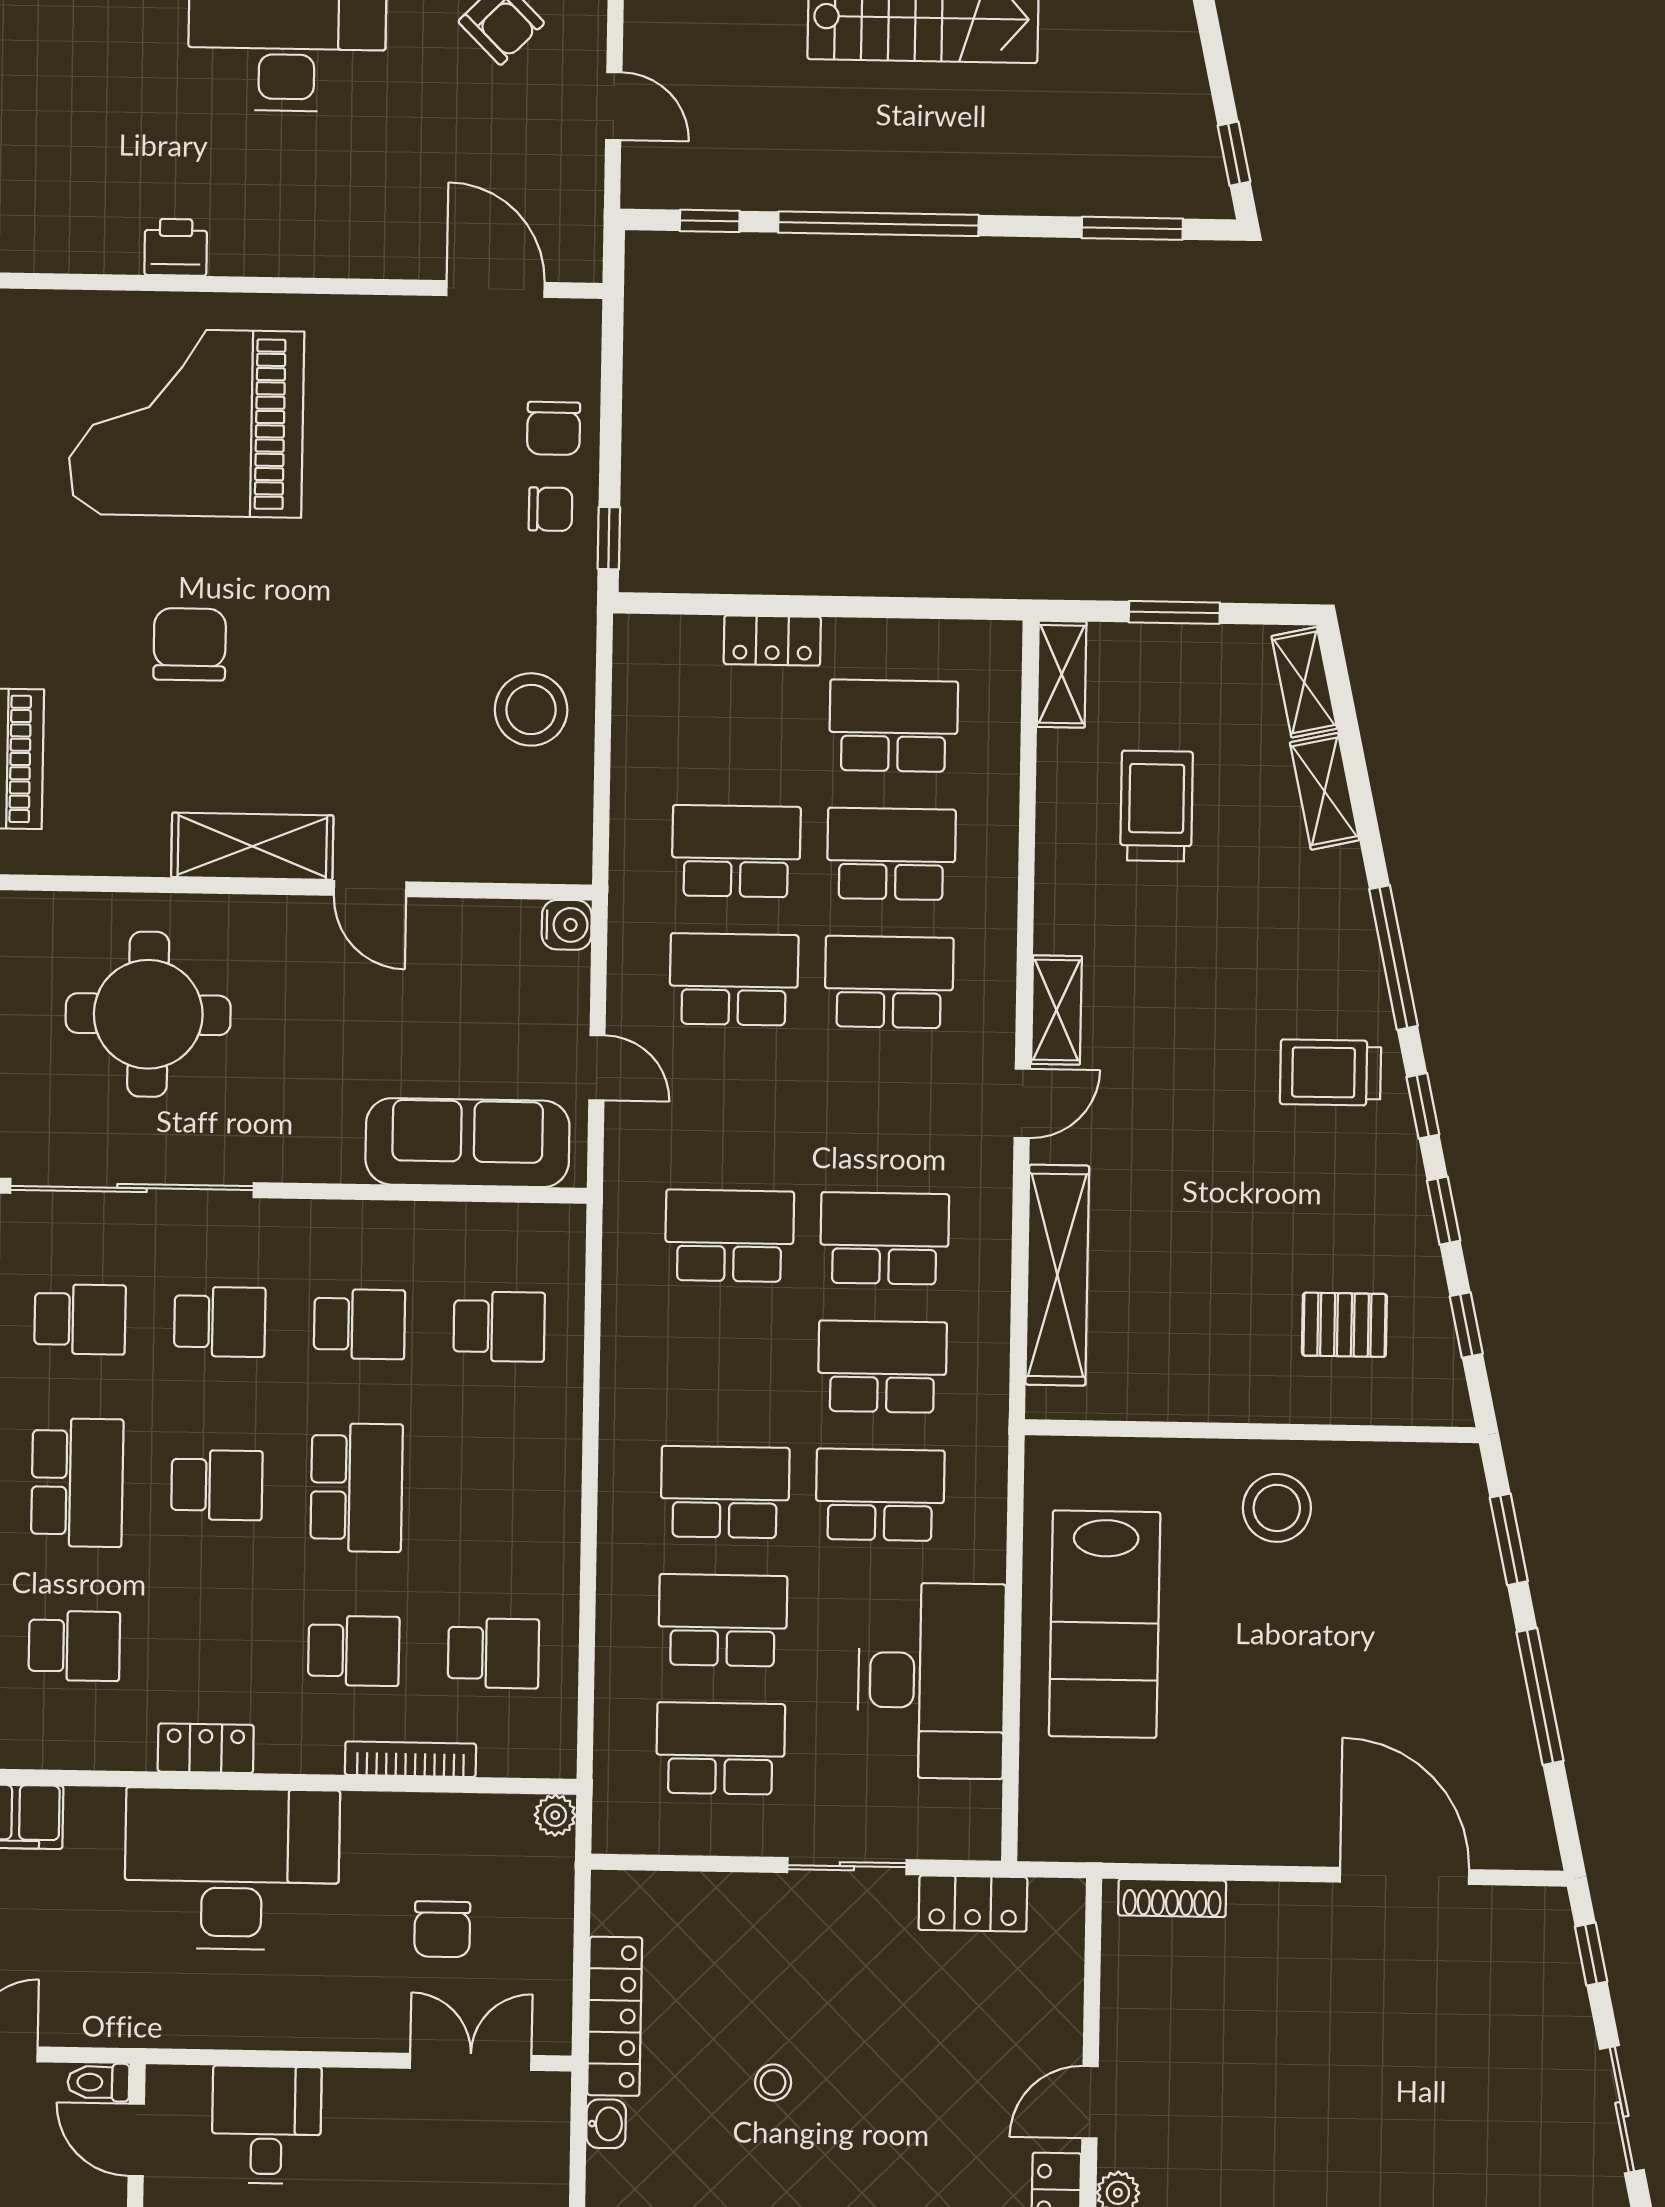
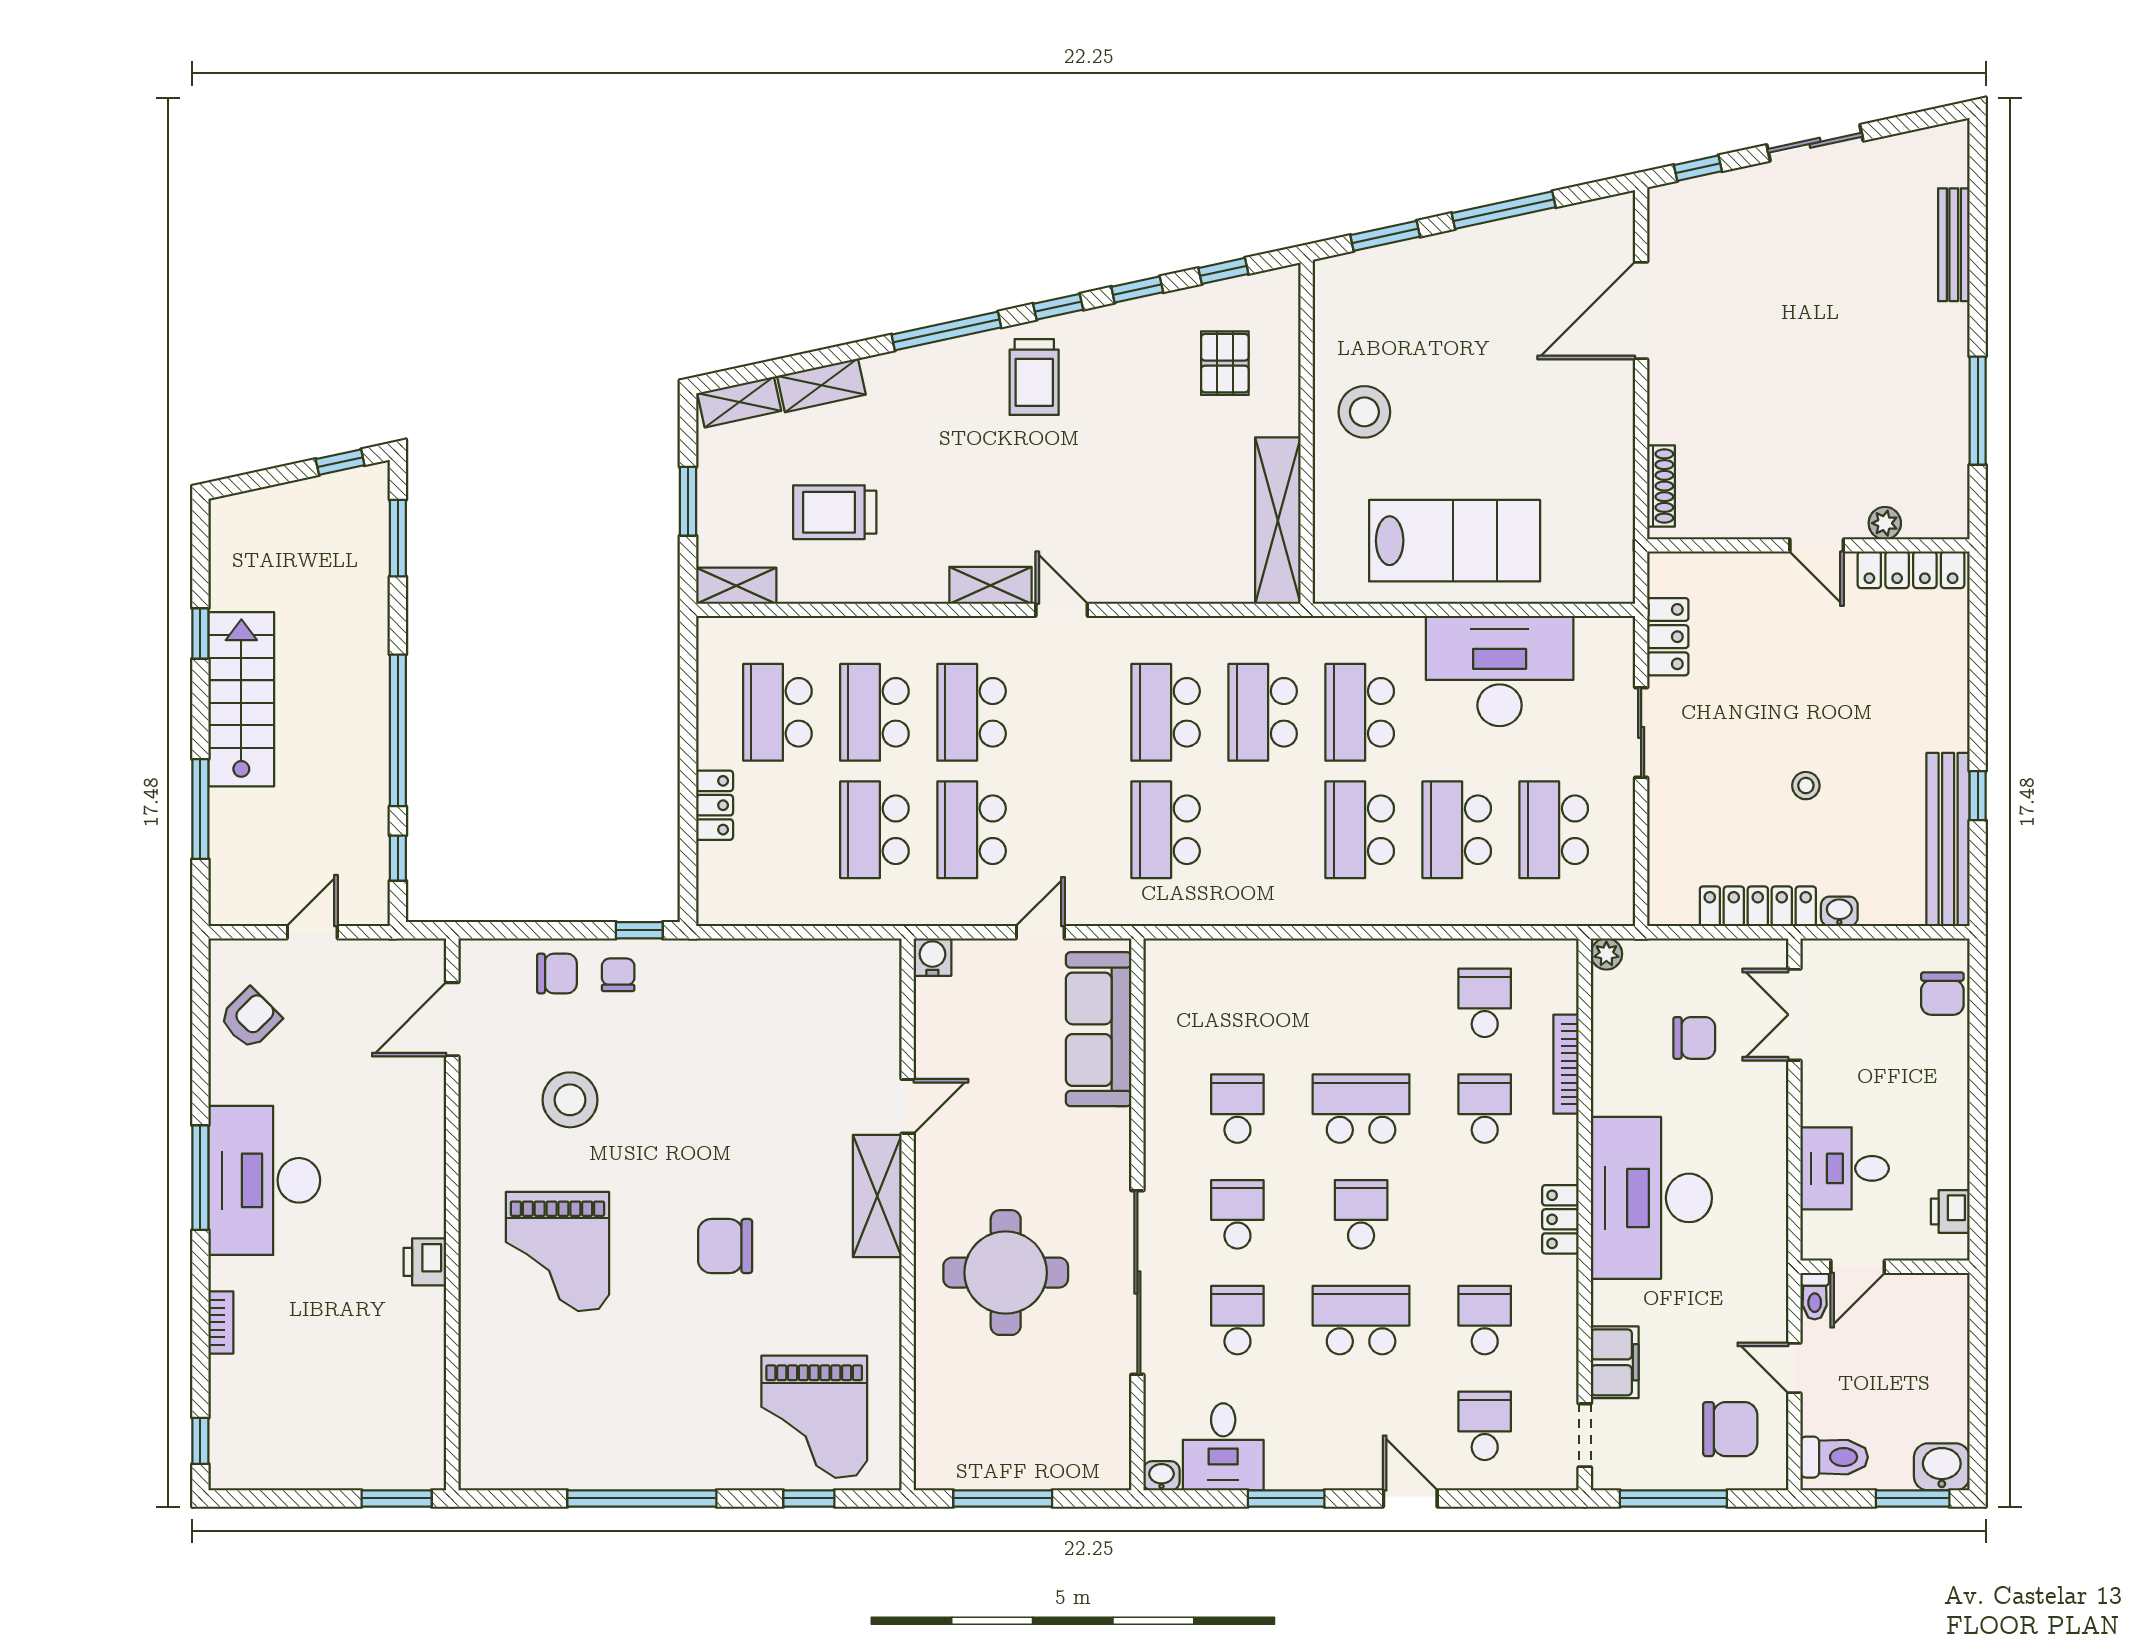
grand piano: (186, 423) -> (557, 1252), width x0.73, depth x0.68
stool: (531, 709) -> (570, 1100), moved
shelving: (1057, 1275) -> (1278, 521), moved, turned 90
school desk: (499, 1327) -> (1237, 1003), removed

